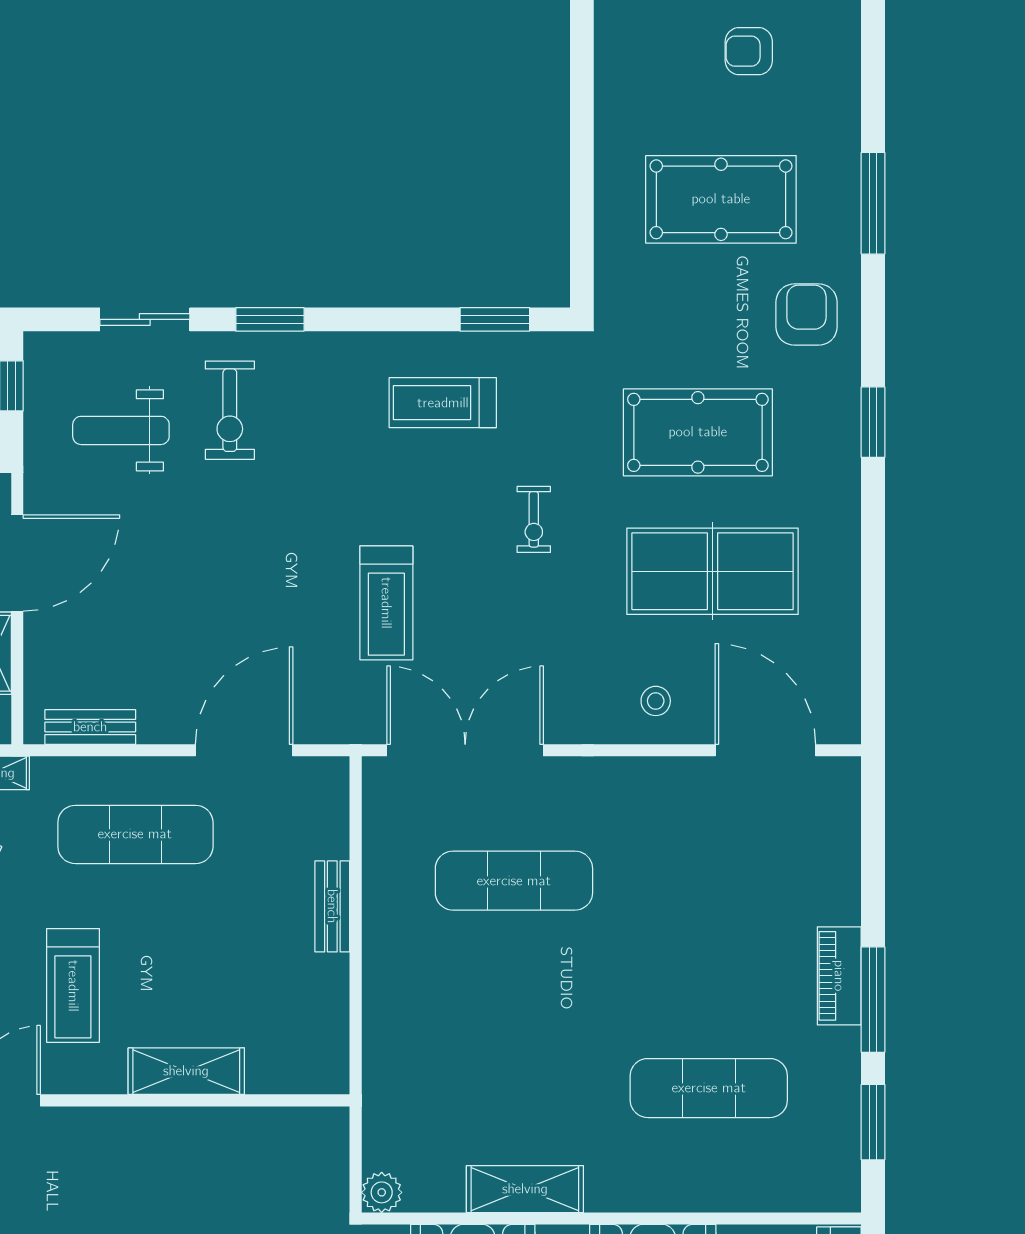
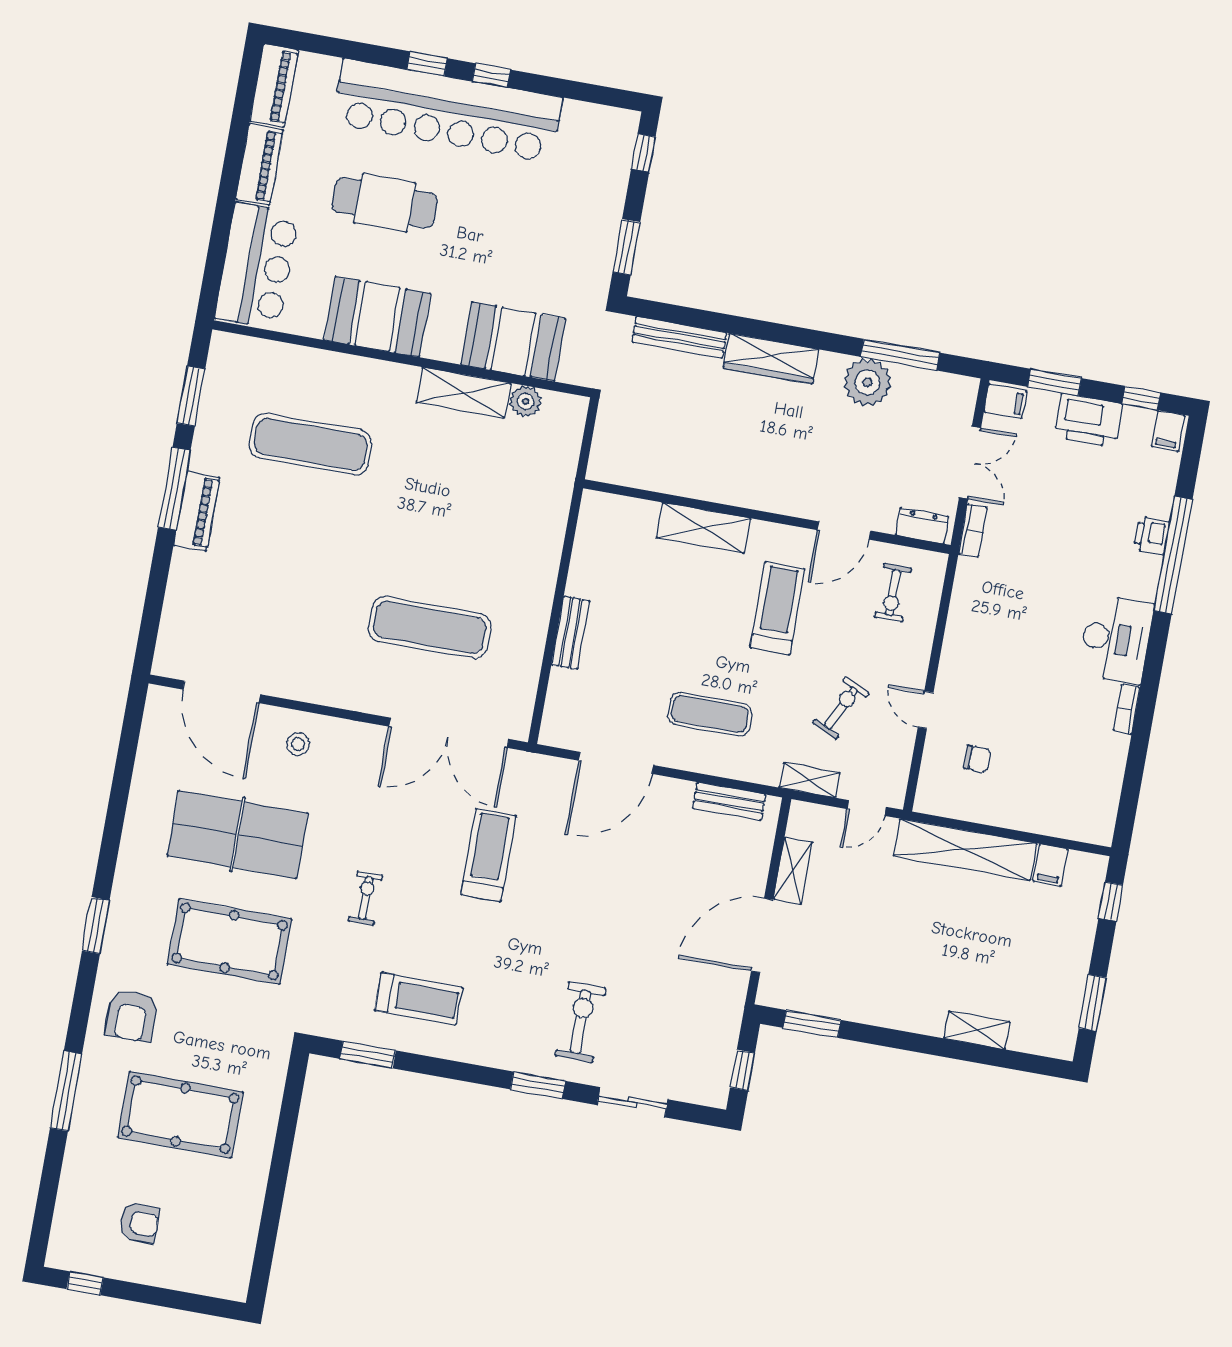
weight bench: (121, 430) -> (666, 1022), removed
exercise mat: (135, 834) -> (710, 714), width x0.73, depth x0.69
plant: (382, 1192) -> (526, 401), moved

